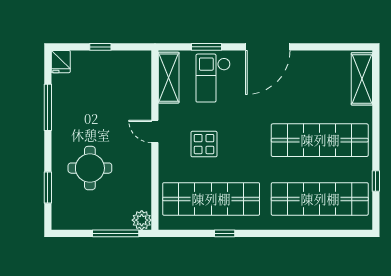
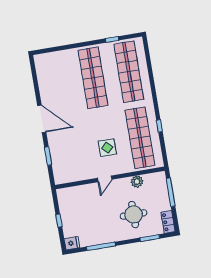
shelving: (169, 78) -> (71, 176), removed
checkout: (213, 78) -> (66, 149), removed
shelving: (362, 79) -> (51, 58), removed
plant: (142, 220) -> (137, 182), moved
locker: (69, 221) -> (168, 222), added

